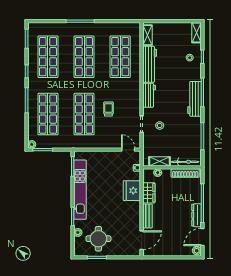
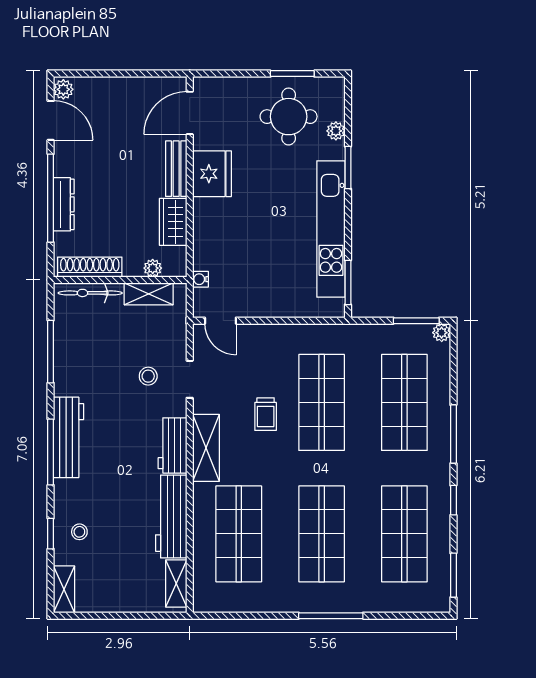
shelving: (134, 94) -> (206, 448), added
fridge: (132, 191) -> (212, 174), moved
dresser: (196, 215) -> (64, 204), moved
door: (202, 237) -> (51, 120), hinge flipped

